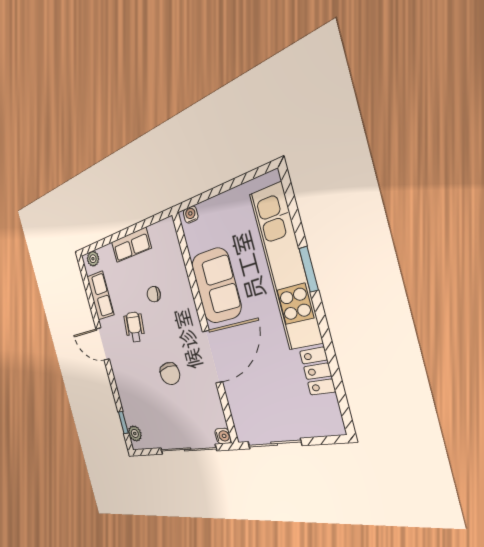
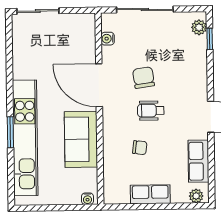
wheelchair: (134, 327) -> (151, 111), moved, turned 83
door: (213, 357) -> (99, 85), hinge flipped
locker: (318, 371) -> (21, 61), removed
water cooler: (223, 436) -> (108, 39), moved
sliding door: (274, 444) -> (38, 11), moved

